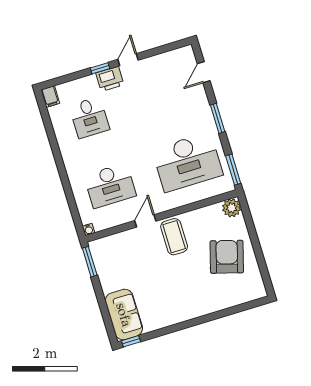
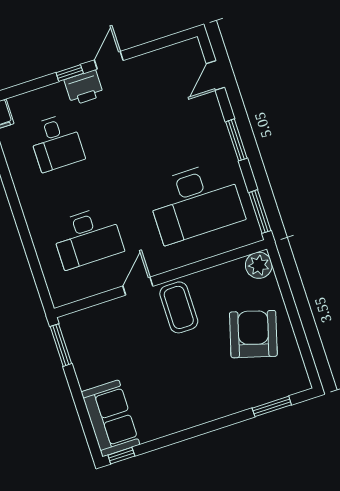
water cooler: (89, 229) -> (58, 300), removed
window: (239, 308) -> (272, 406), added

